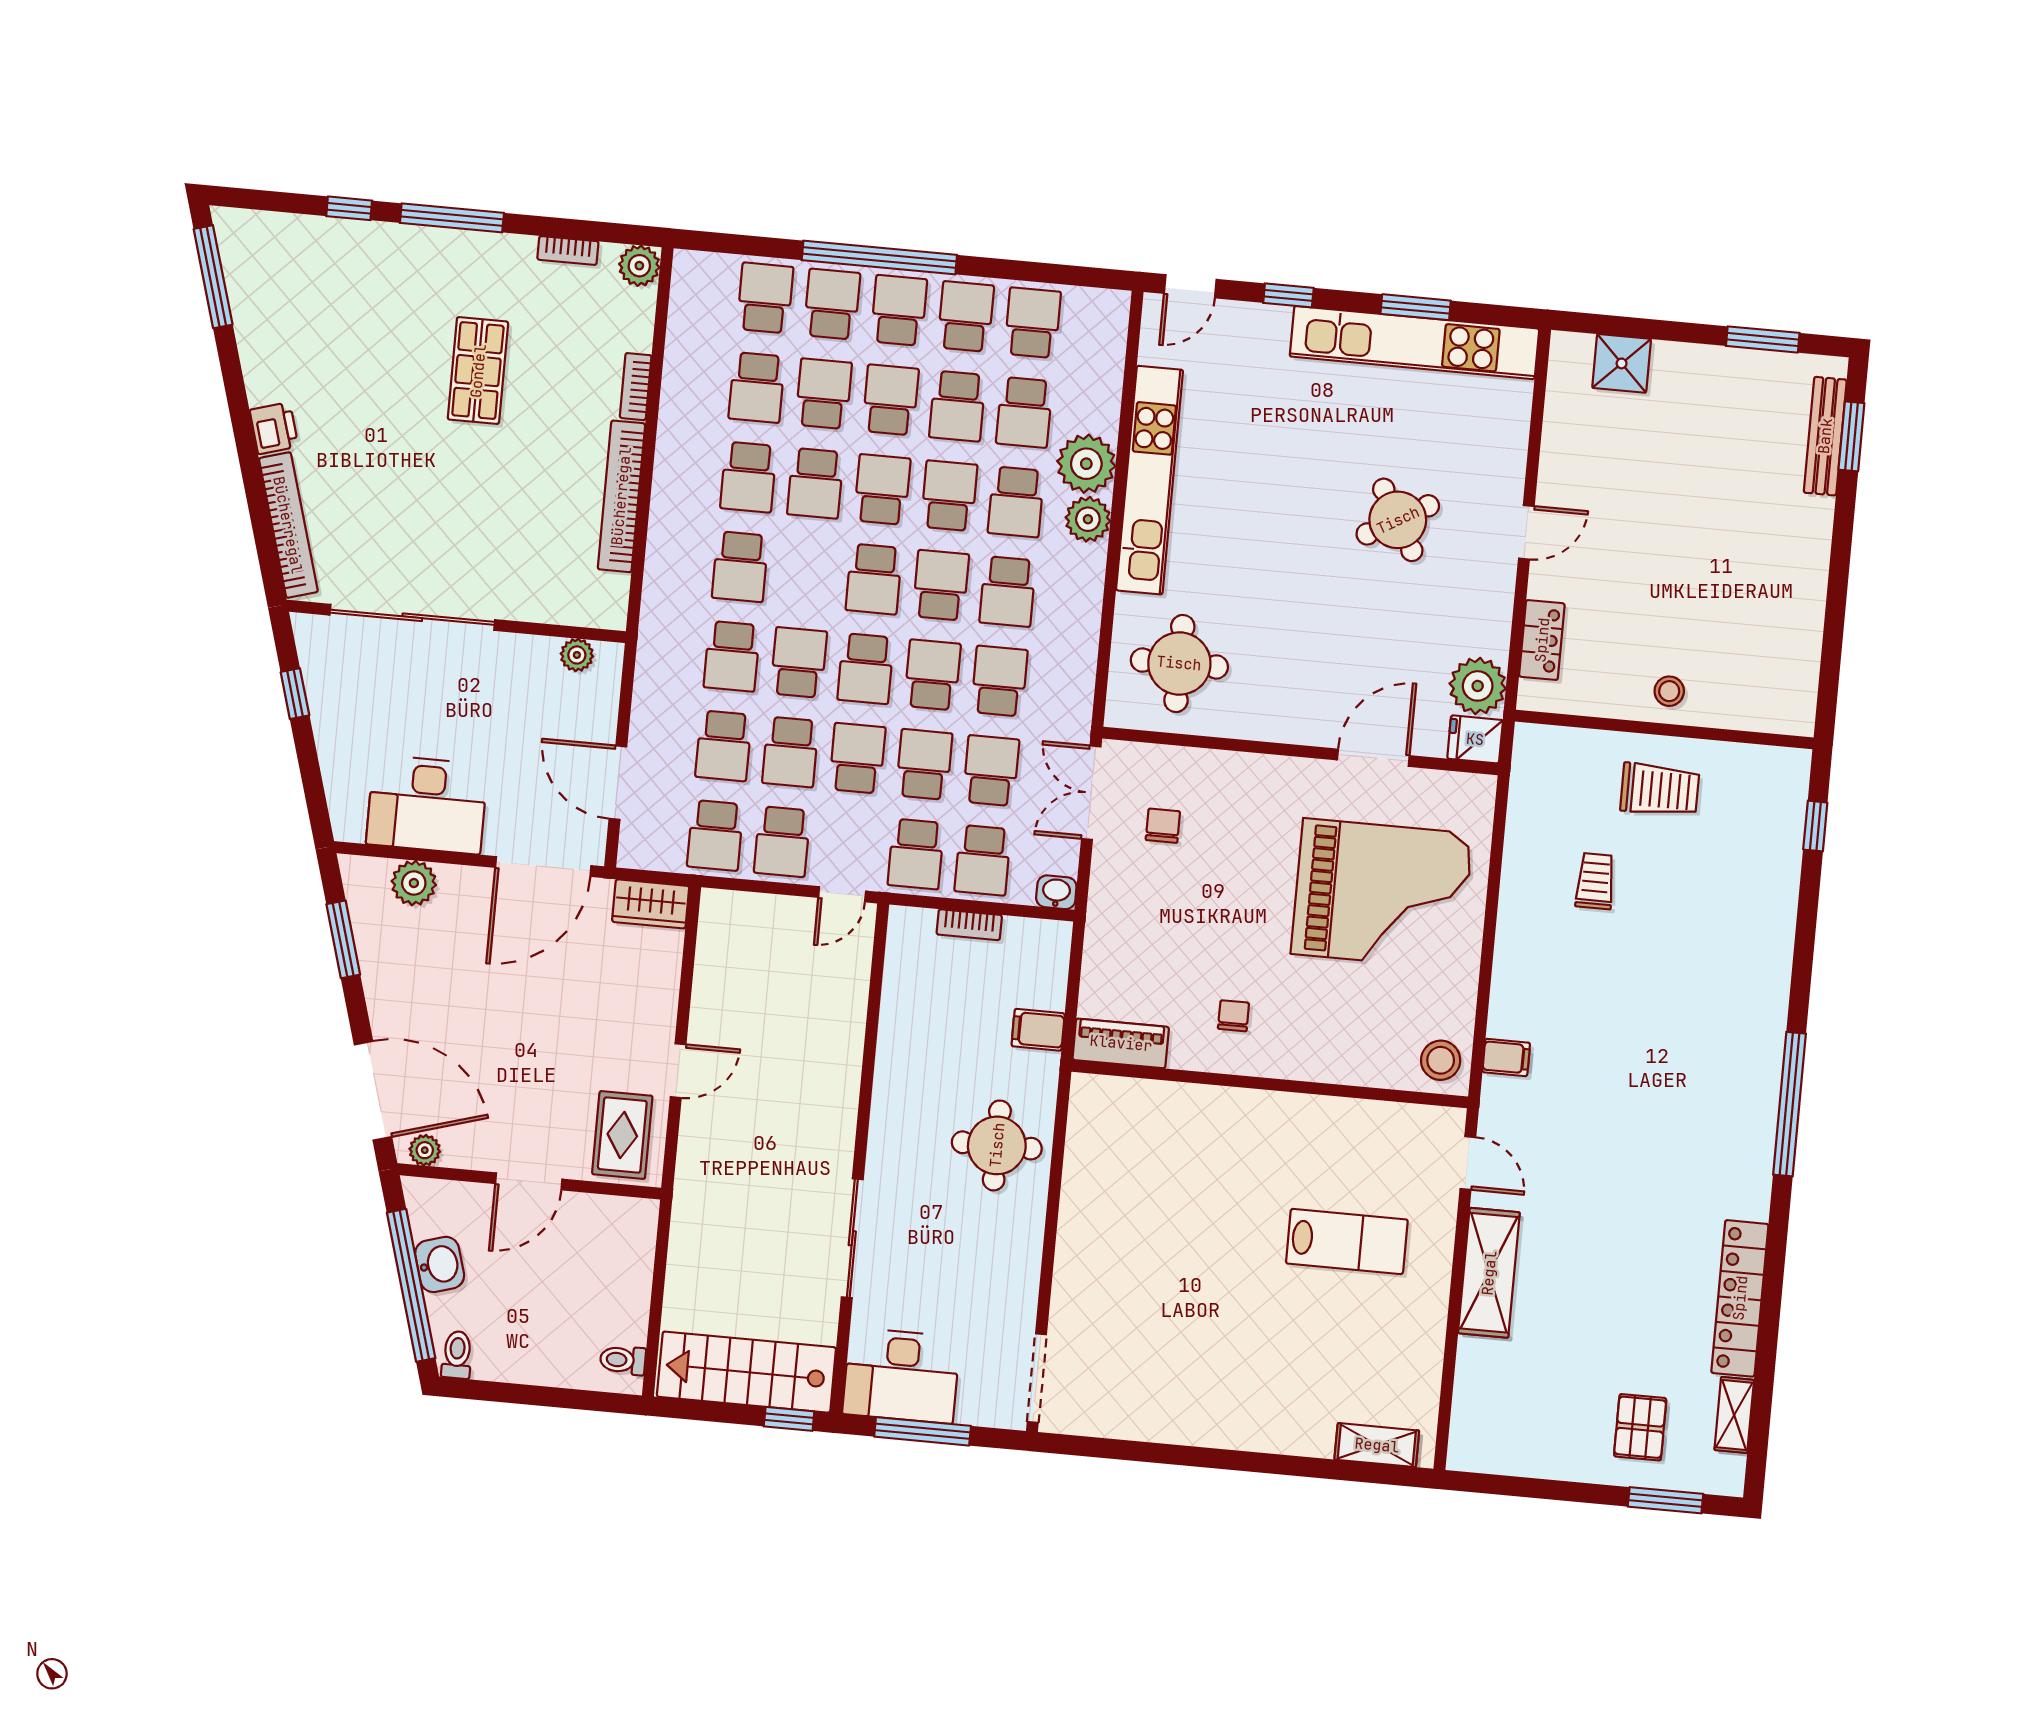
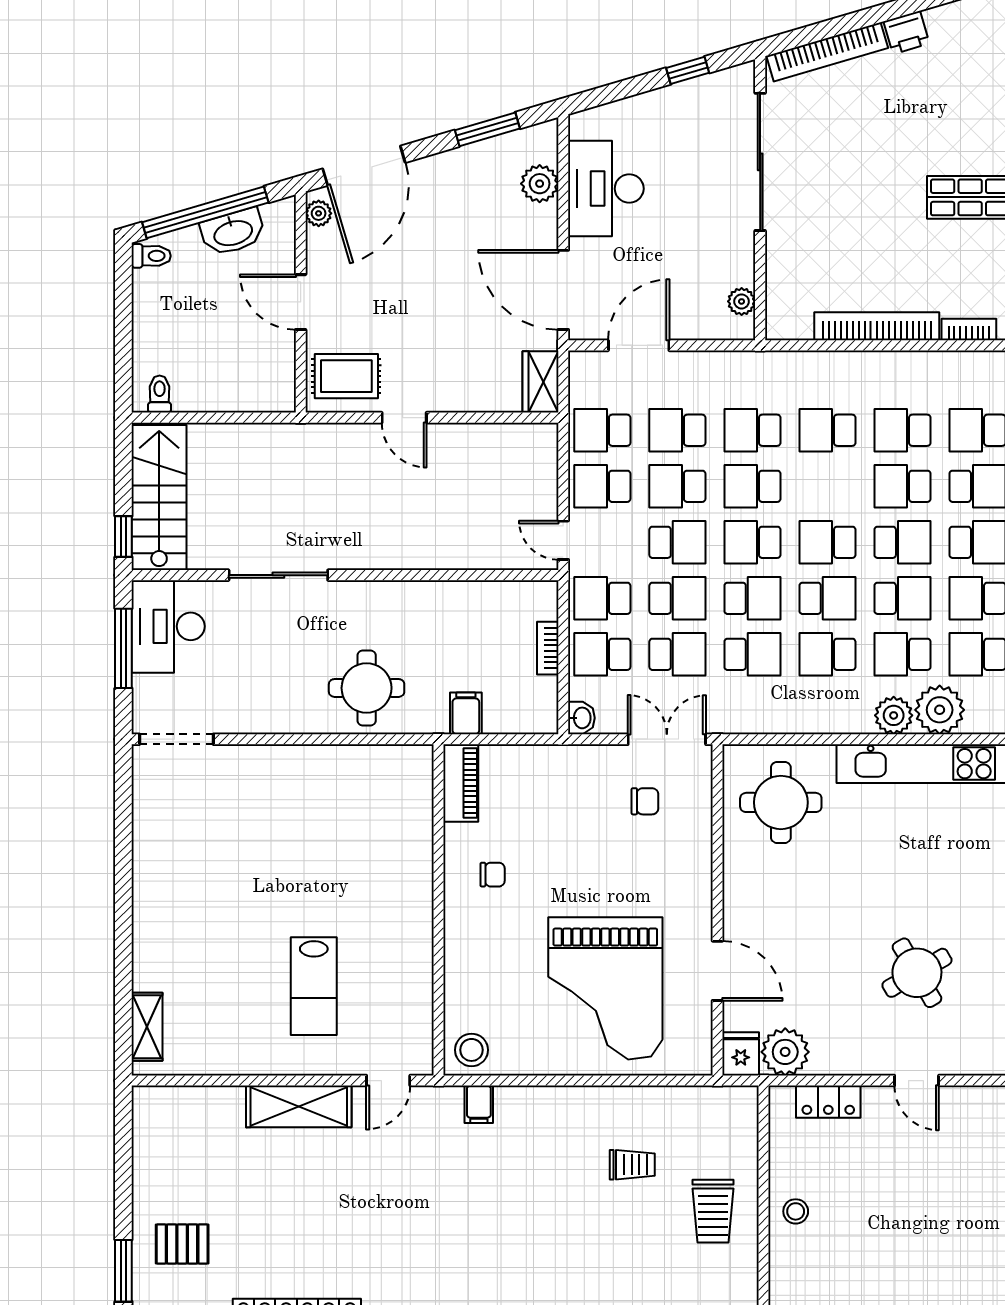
school desk: (799, 662) -> (752, 486), turned 180
washbasin: (440, 1264) -> (233, 232), width x1.38

